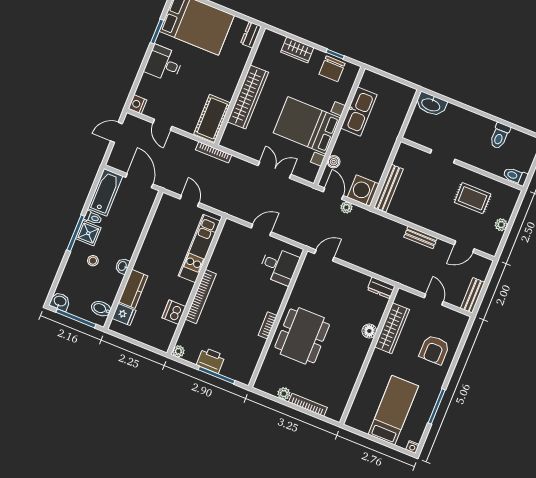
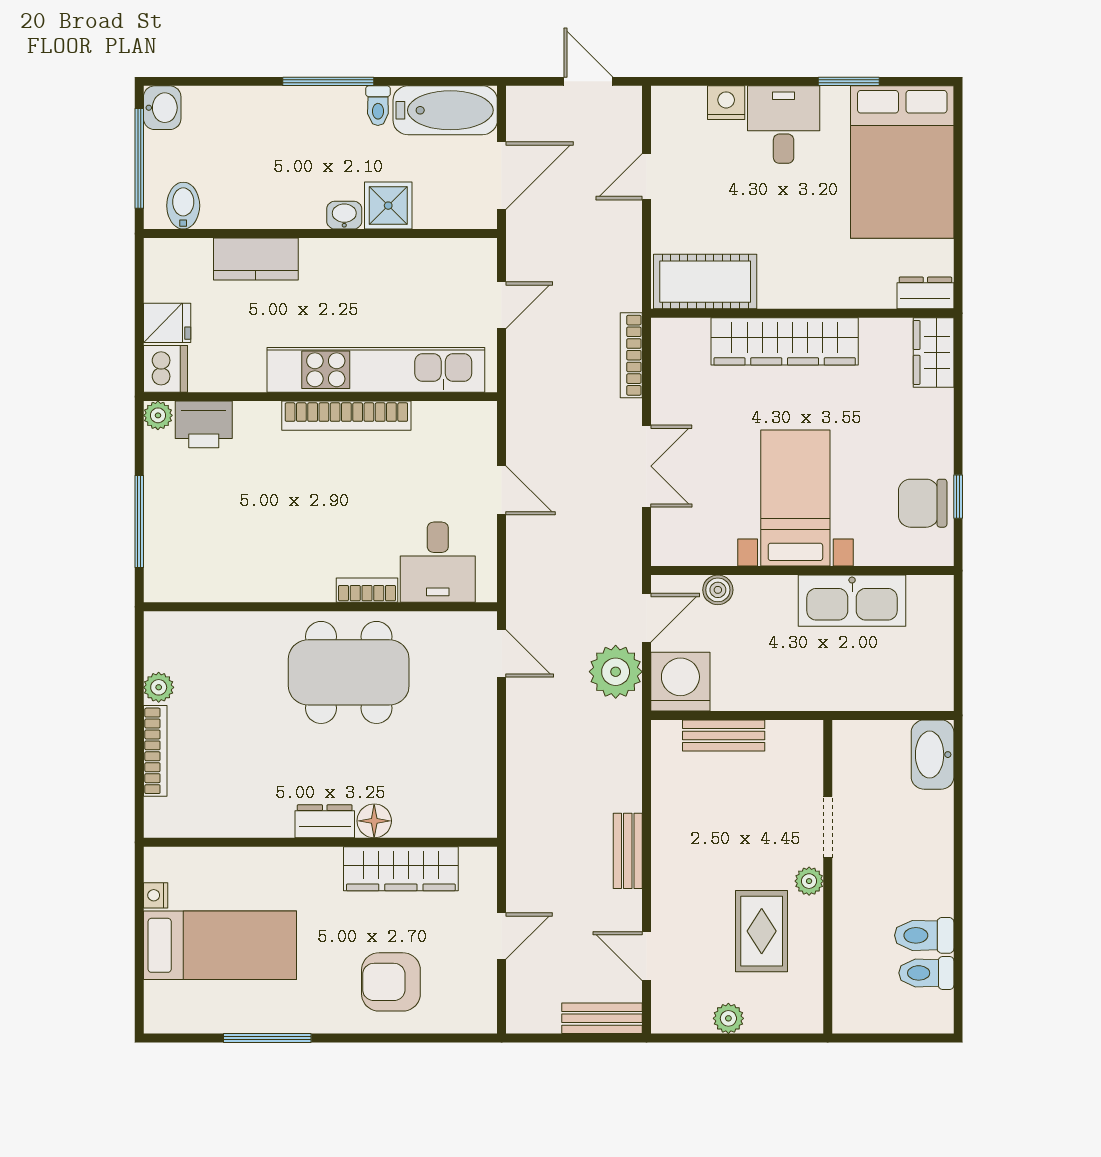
wardrobe: (297, 50) -> (934, 352), moved
nightstand: (137, 104) -> (726, 103), moved
bed with nightstands: (307, 125) -> (795, 498), width x0.73
bookcase: (214, 152) -> (631, 355), moved
plant: (461, 172) -> (809, 881), added
toilet: (515, 176) -> (926, 973), moved, turned -90
bench: (389, 188) -> (724, 735), width x0.73
plant: (346, 207) -> (616, 672), width x1.87, depth x1.87
shower: (88, 233) -> (388, 206), moved
kitchen unit: (199, 249) -> (376, 370), width x1.36
stool: (93, 261) -> (282, 144), removed
washbasin: (123, 266) -> (344, 215), moved
dresser: (381, 288) -> (325, 821), moved, turned 90
bench: (473, 295) -> (602, 1018), moved
bookcase: (201, 296) -> (346, 416), moved
dishwasher: (174, 312) -> (165, 369), moved, turned 90
fridge: (124, 314) -> (167, 323), moved, turned -90
bookcase: (268, 325) -> (367, 590), moved
dining table: (302, 336) -> (349, 672), moved
printer: (211, 360) -> (204, 424), moved, turned 90
nightstand: (413, 447) -> (156, 895), moved

